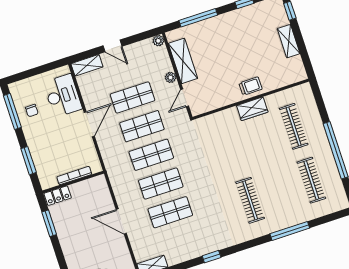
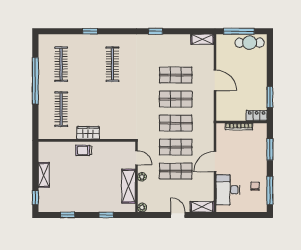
window: (198, 18) -> (106, 215), width x0.46
door: (185, 98) -> (136, 158), hinge flipped
window: (290, 231) -> (90, 31), width x0.46

